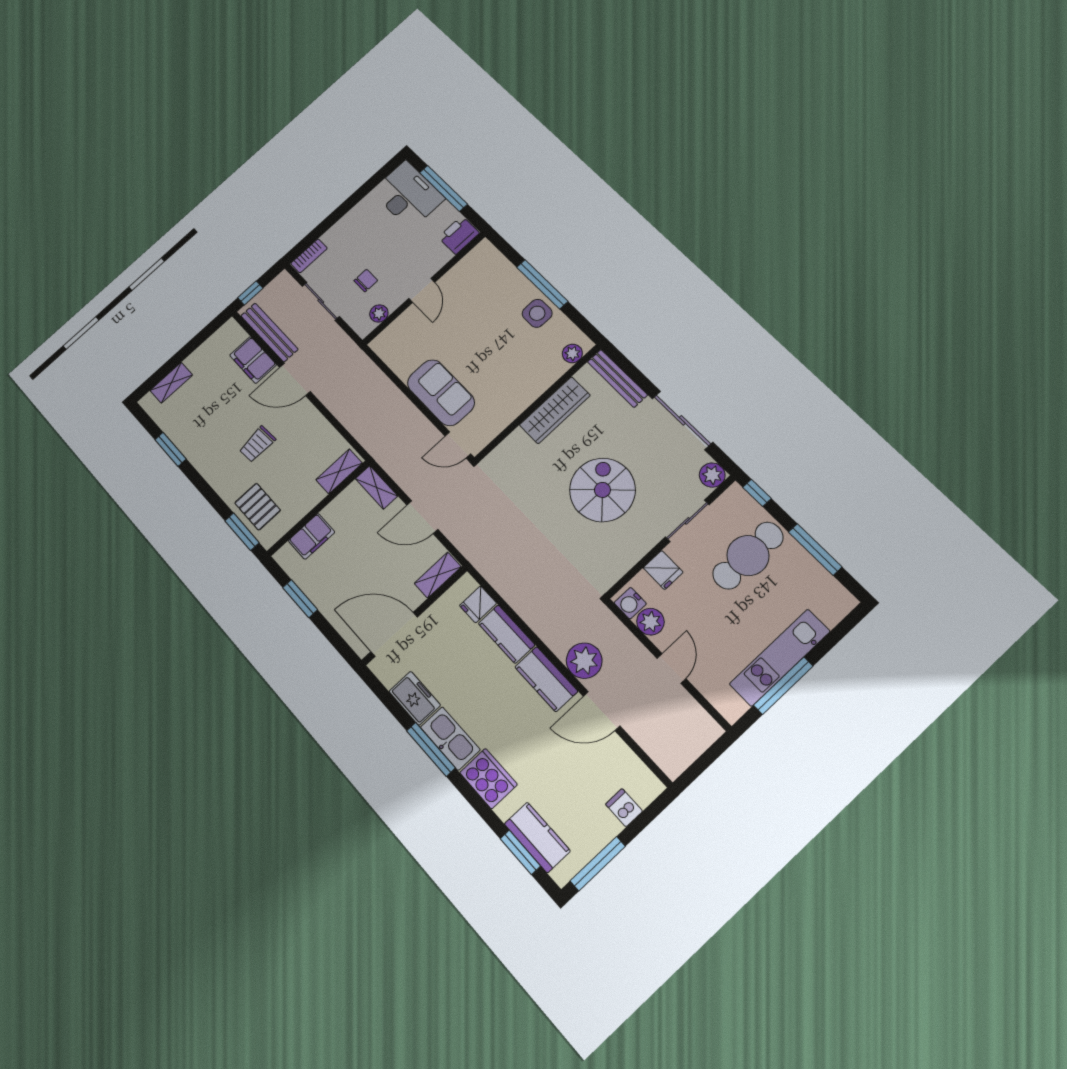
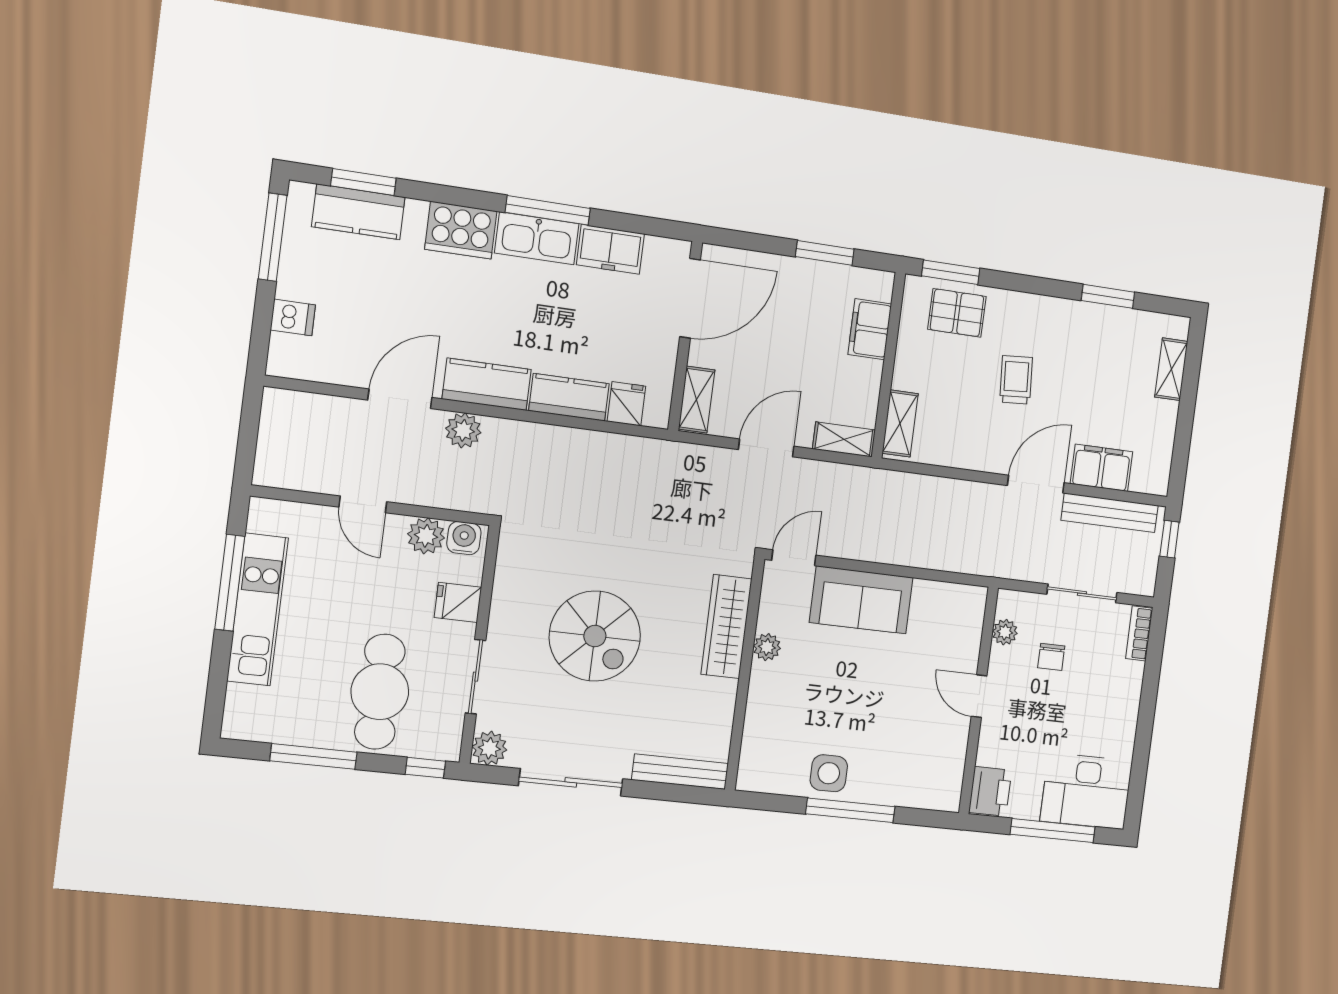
plant: (572, 353) -> (767, 647), moved
wardrobe: (555, 410) -> (726, 627), moved
plant: (584, 661) -> (463, 430), width x0.73, depth x0.73

